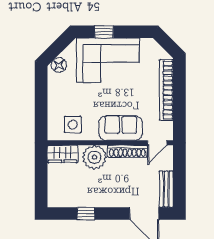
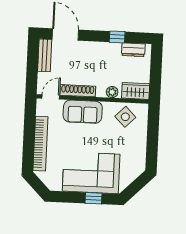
floor lamp: (59, 65) -> (135, 170), removed
side table: (73, 125) -> (125, 117), turned 45
plant: (94, 157) -> (112, 92), width x0.53, depth x0.53
dresser: (67, 200) -> (133, 50), added

